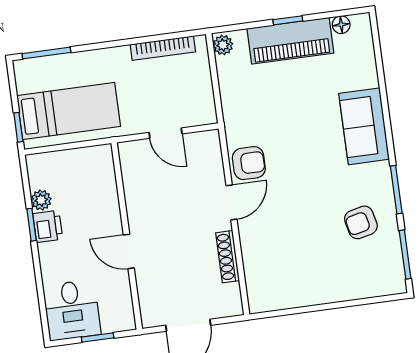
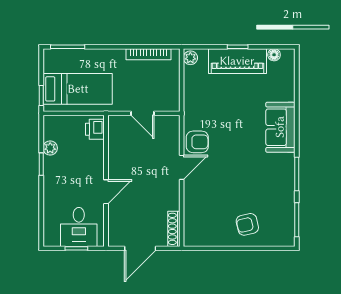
armchair: (361, 222) -> (247, 224), moved
printer: (48, 226) -> (95, 129), moved, turned 180
door: (129, 251) -> (106, 192), swing flipped
shoe rack: (228, 257) -> (174, 229), moved
desk: (72, 310) -> (79, 227), moved

